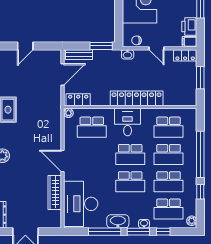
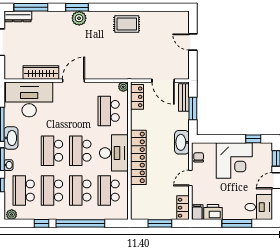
window: (101, 46) -> (193, 109), moved
washbasin: (128, 54) -> (182, 142), width x1.91, depth x1.45
desk: (128, 122) -> (114, 153), width x1.37

